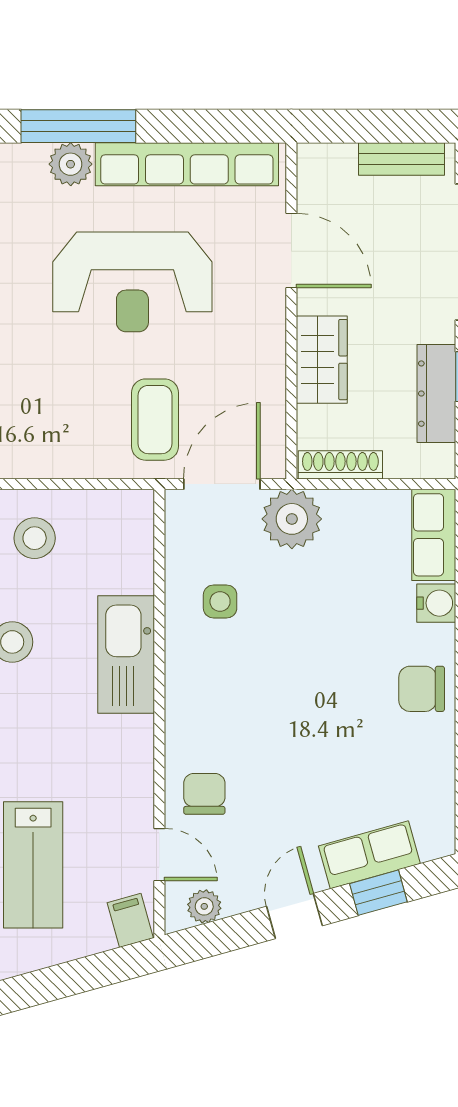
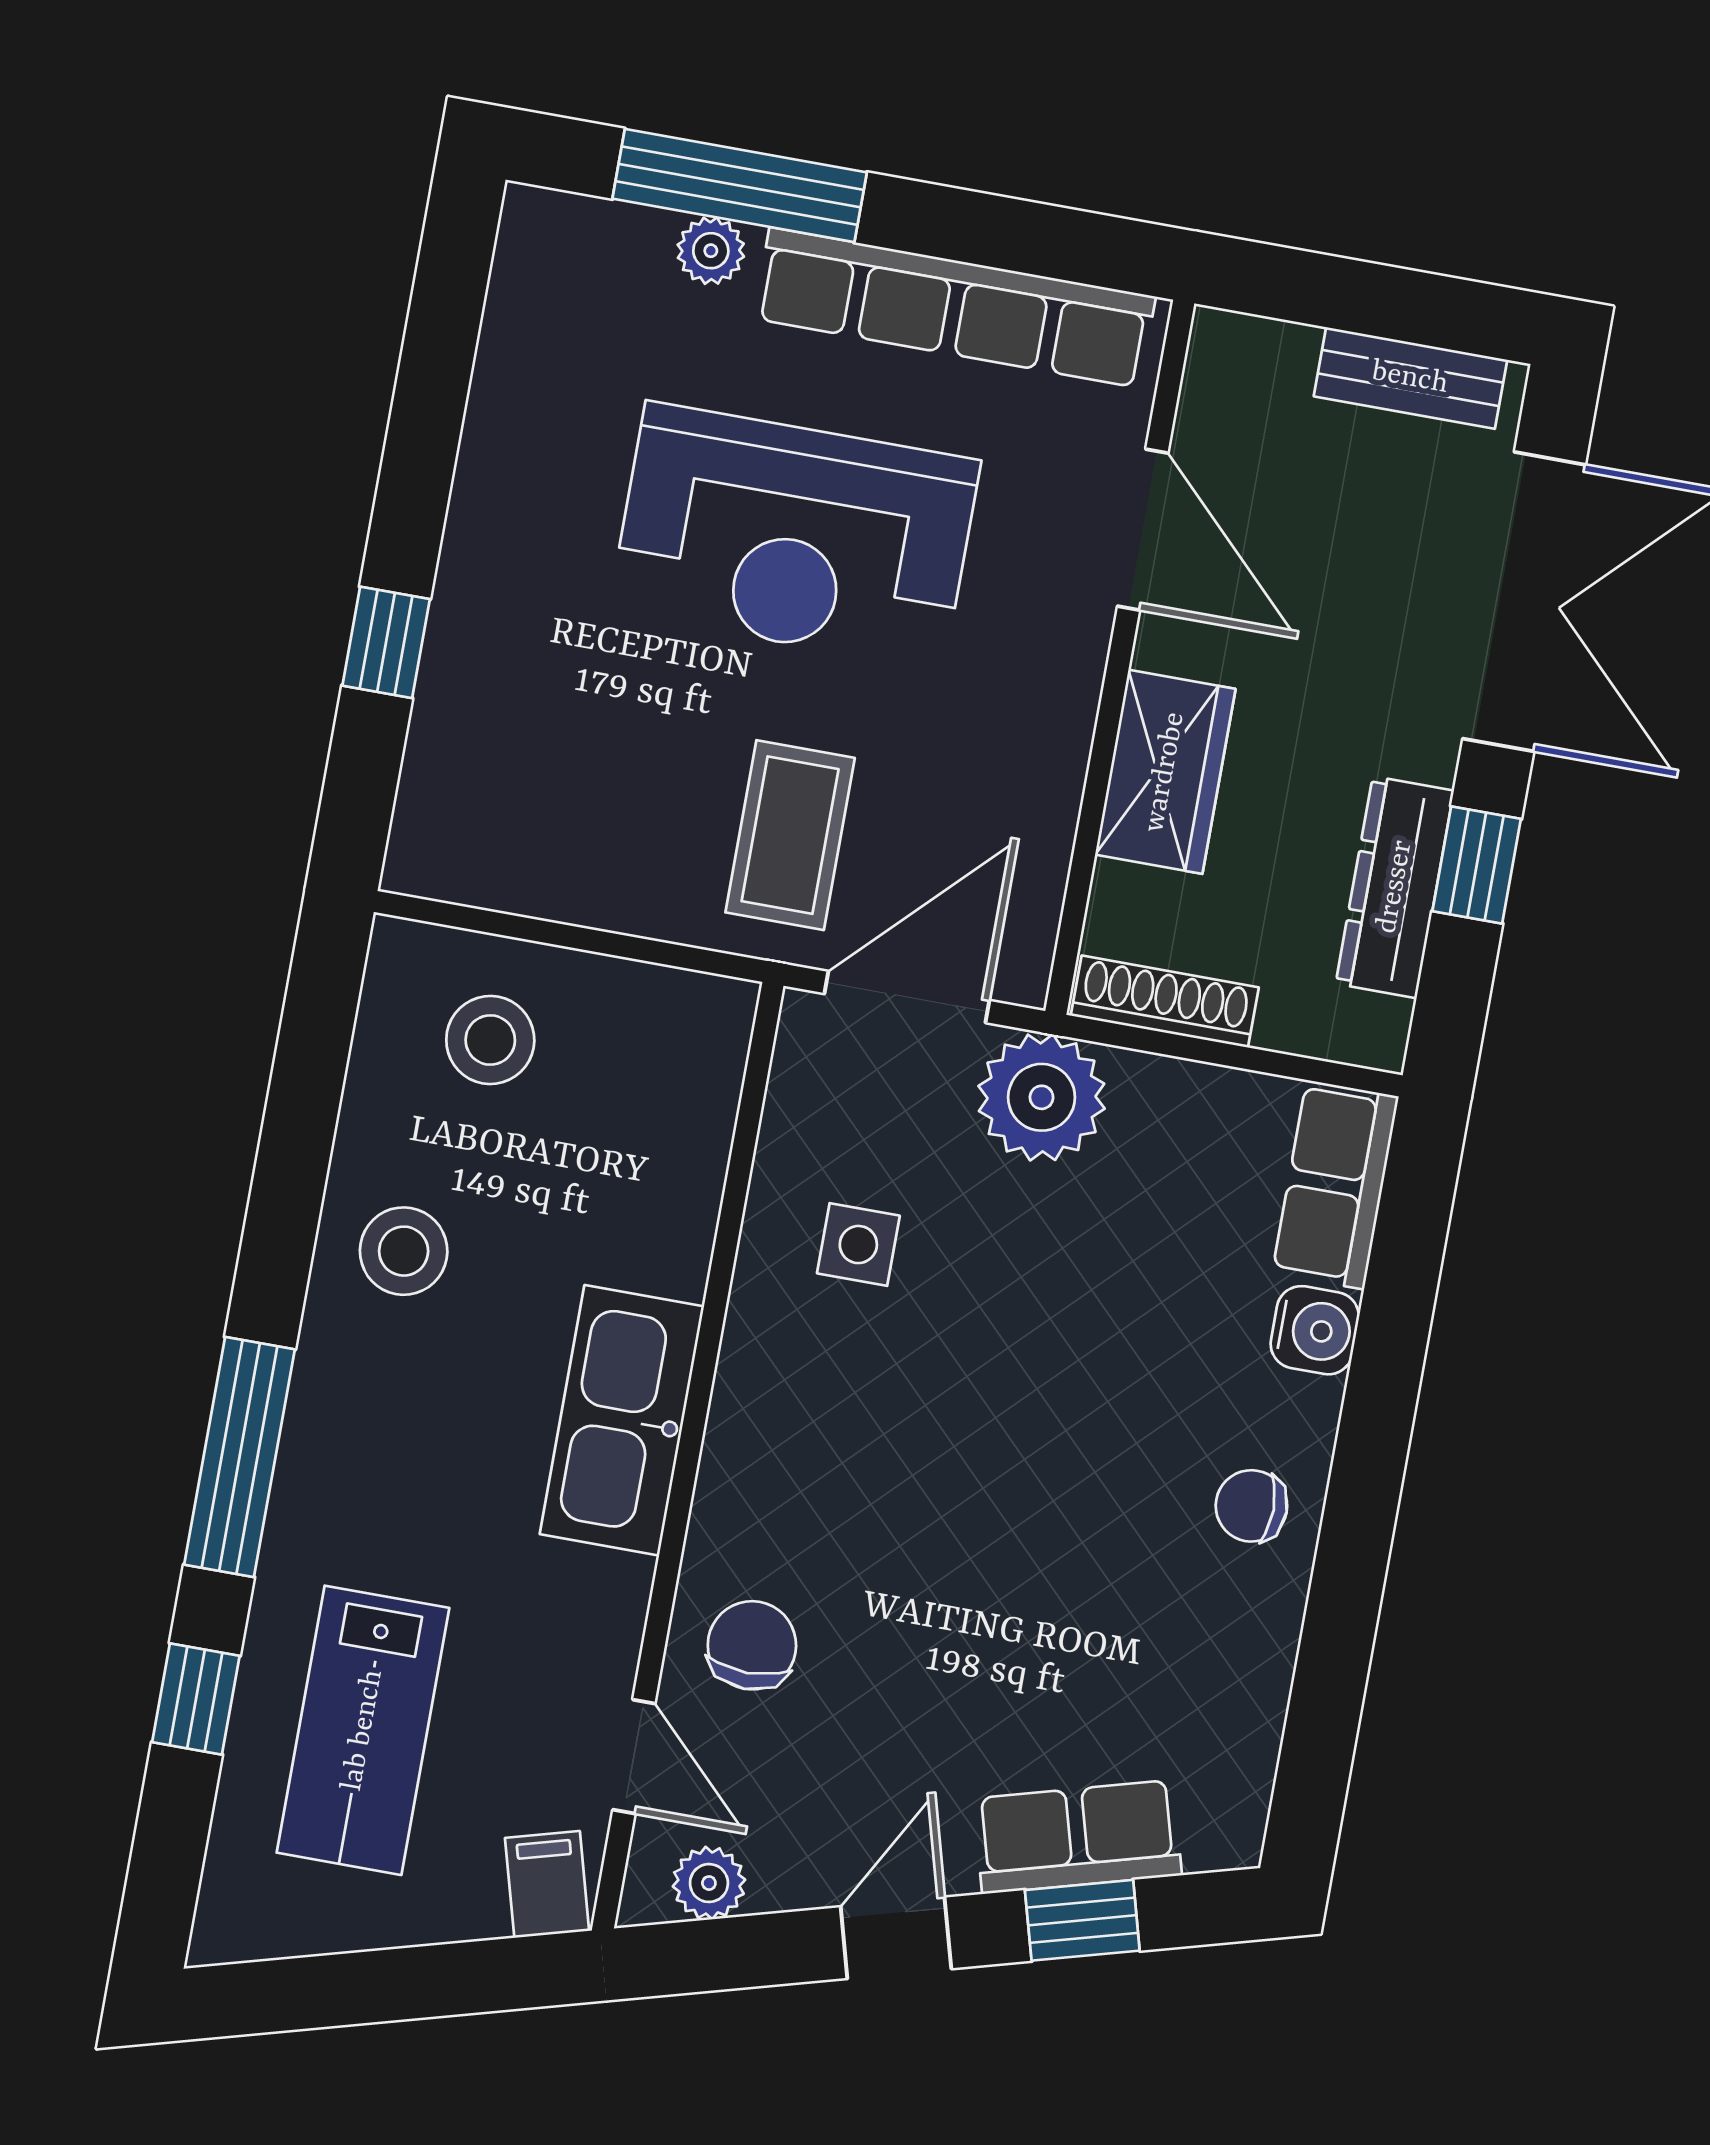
plant: (71, 164) -> (711, 251), width x0.73, depth x0.73
kitchen sink: (126, 654) -> (622, 1420), moved
chair: (422, 689) -> (1251, 1506), width x0.73, depth x0.73

